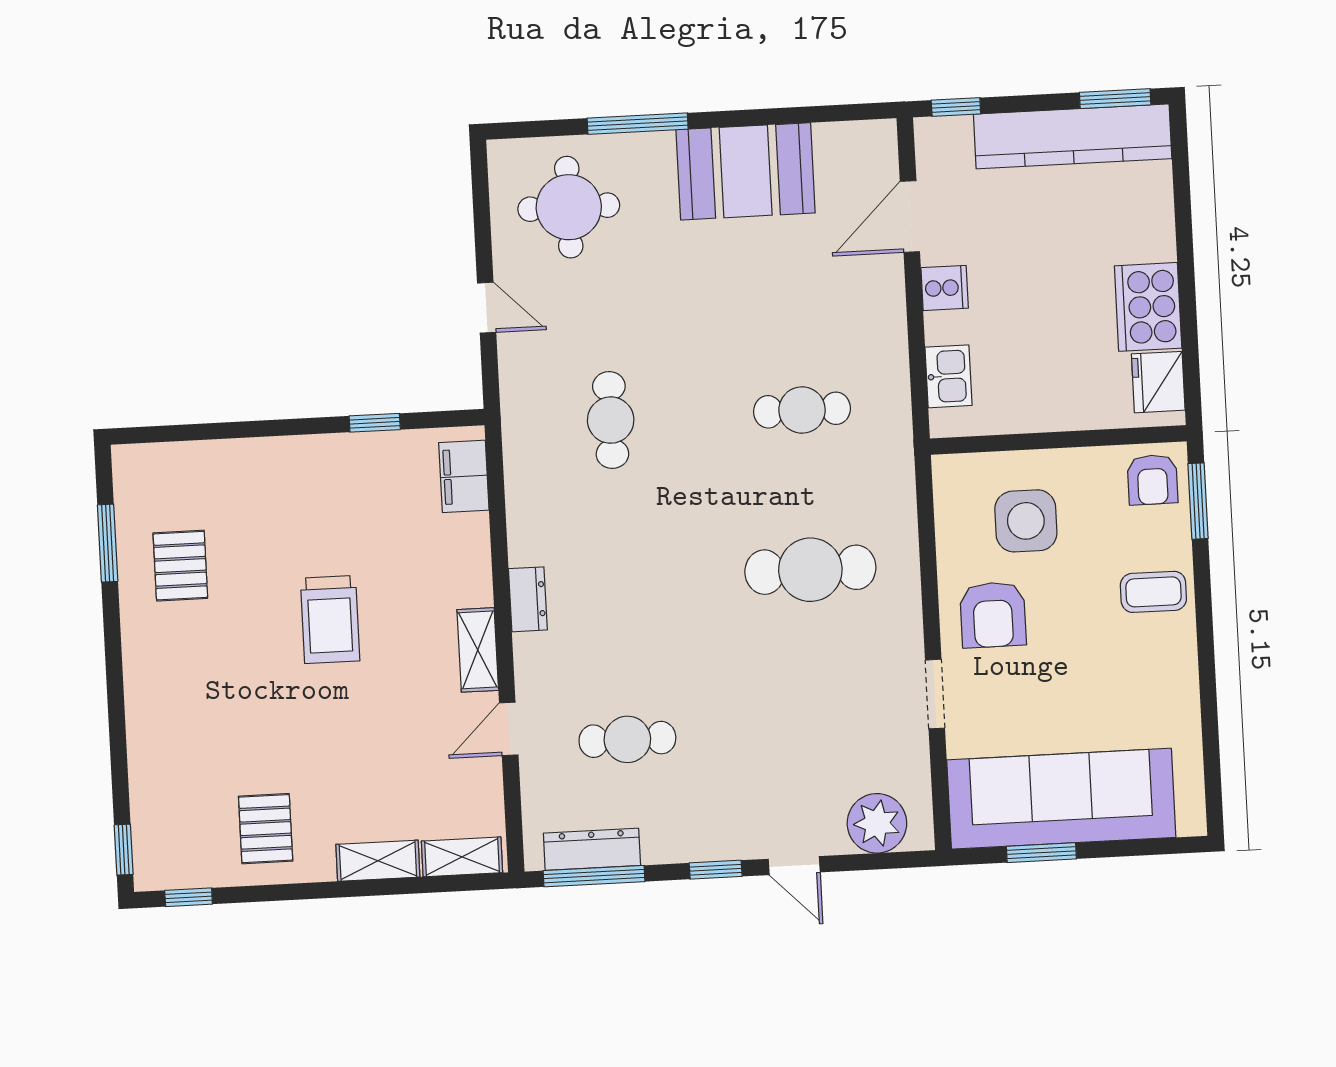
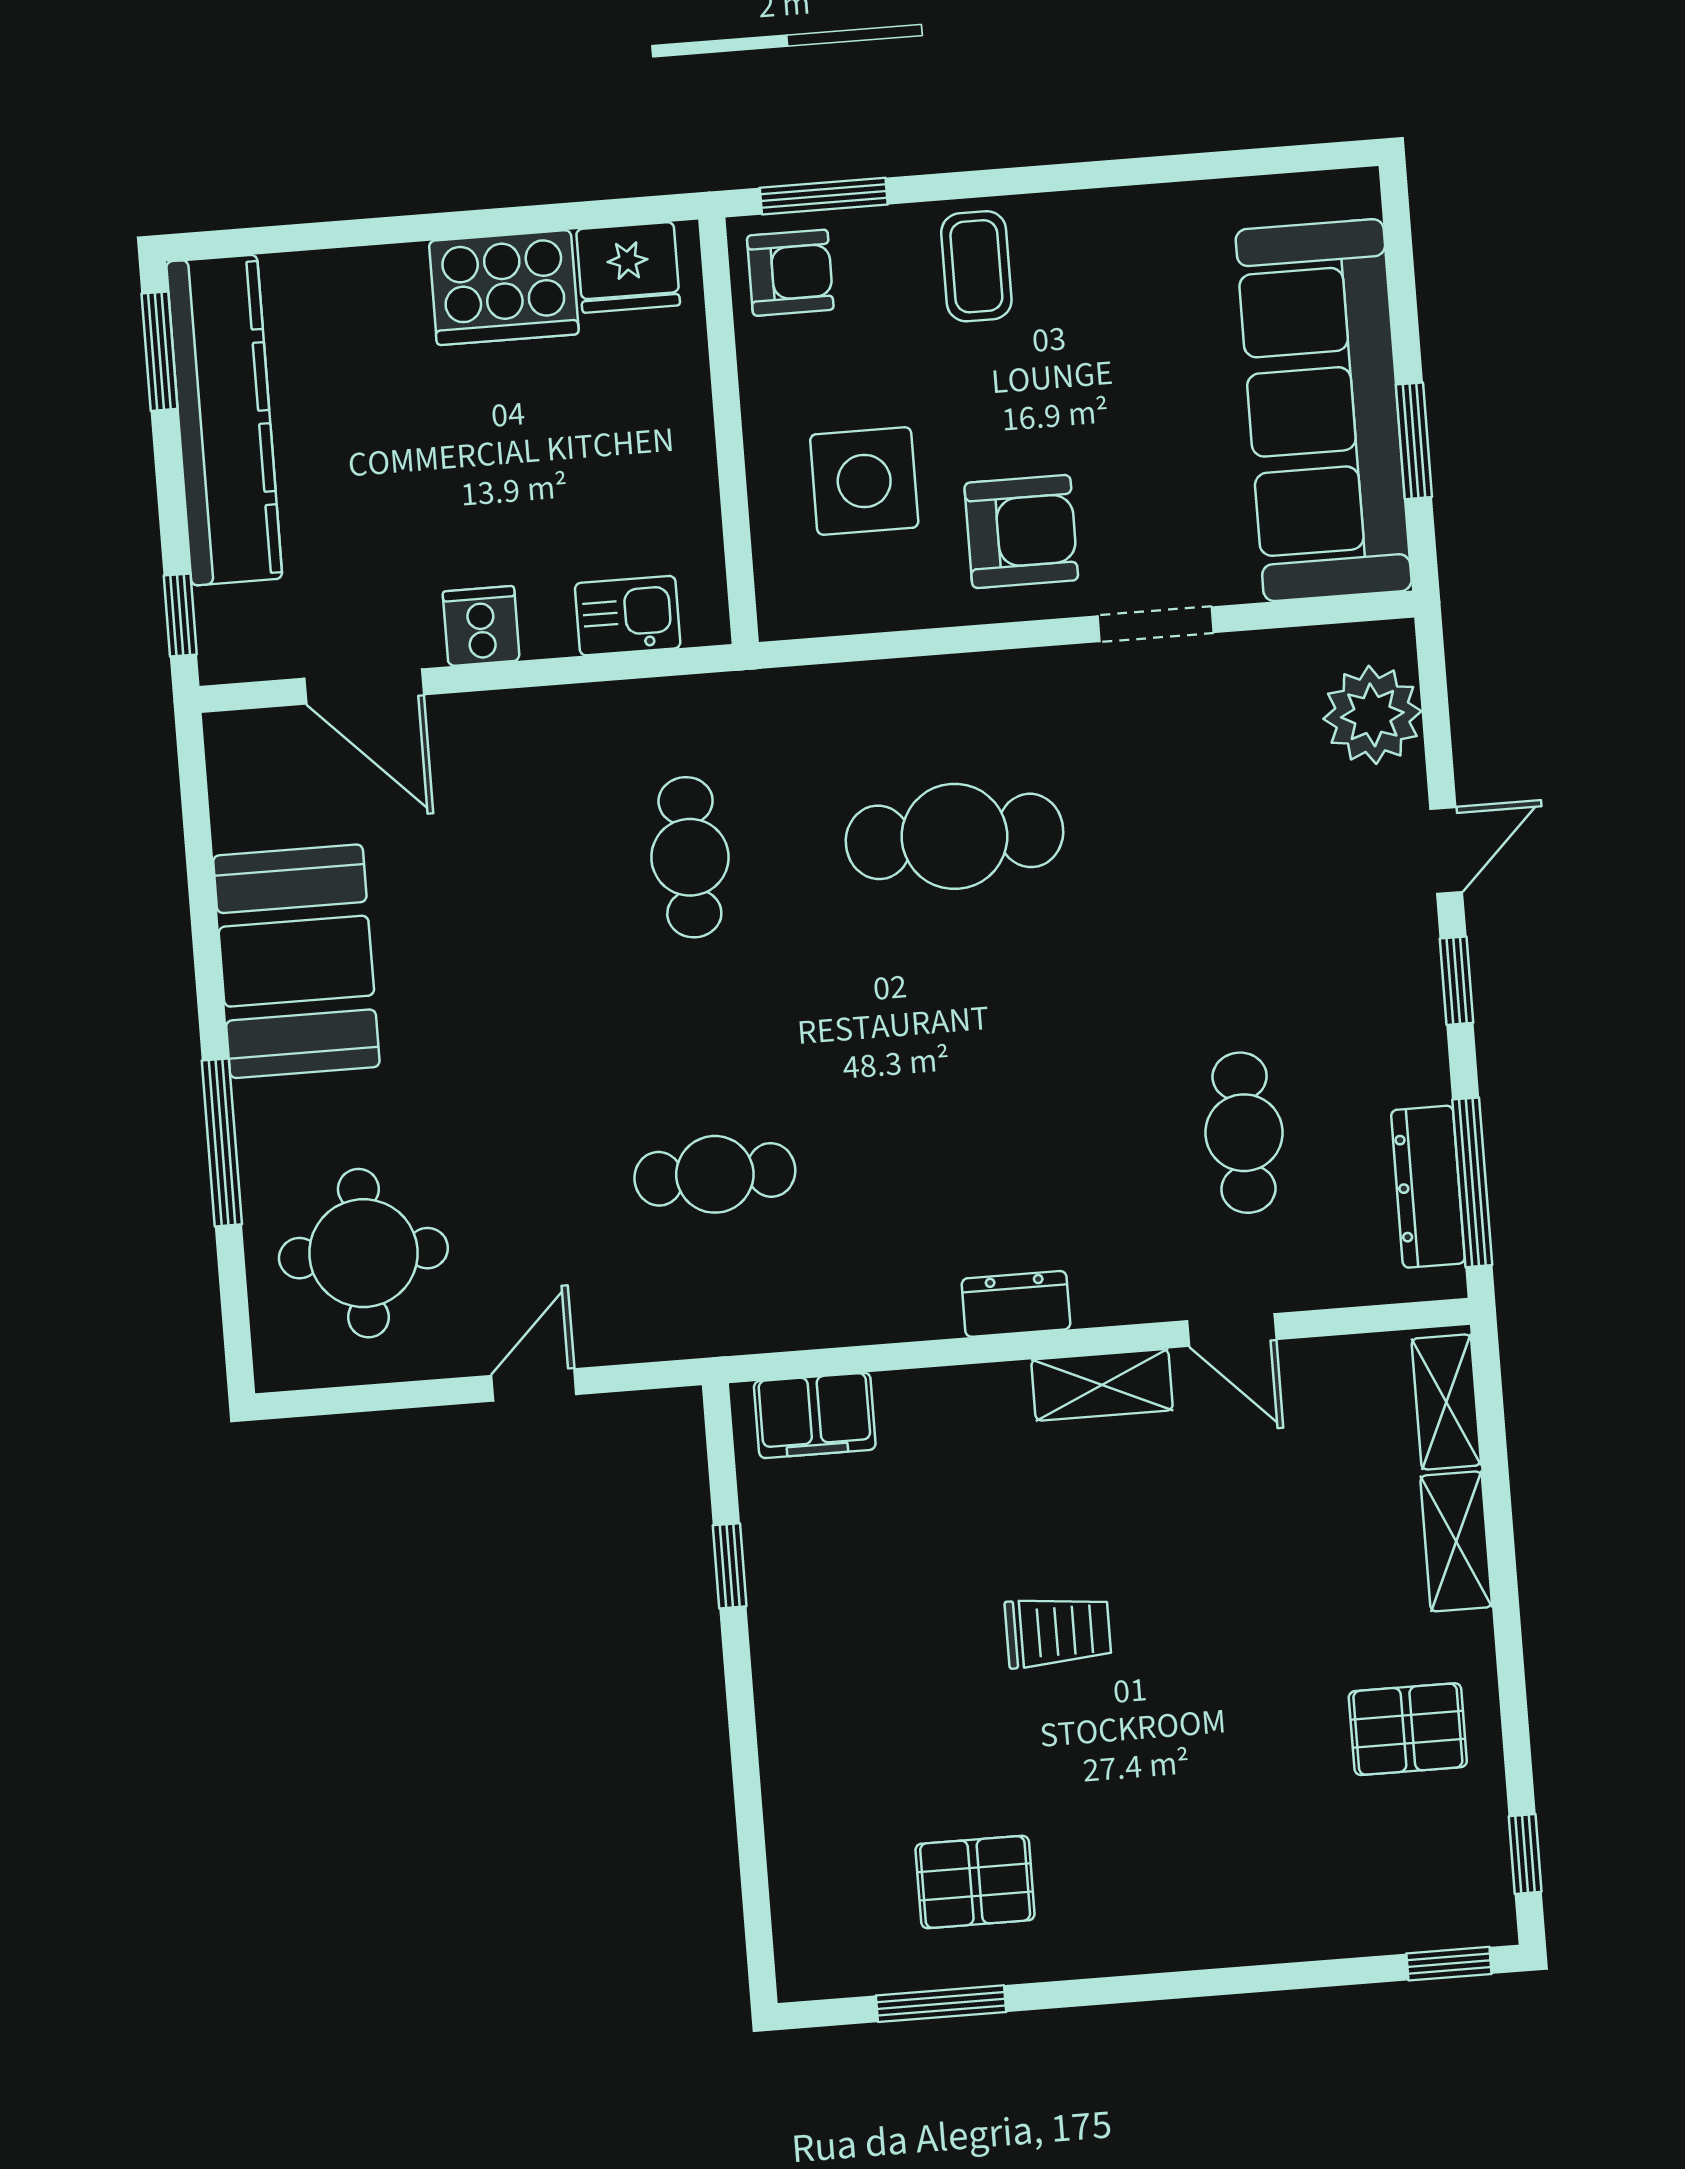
cafe table: (810, 570) -> (954, 836), turned 90
trolley: (330, 619) -> (1058, 1631), width x0.73, depth x0.72

